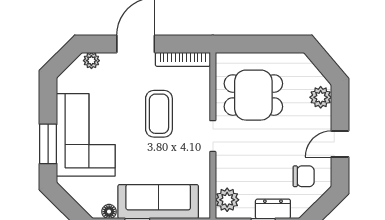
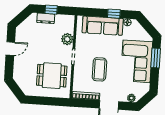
plant: (321, 97) -> (18, 72), removed
chair: (304, 176) -> (29, 34), removed
plant: (227, 200) -> (67, 39), moved

